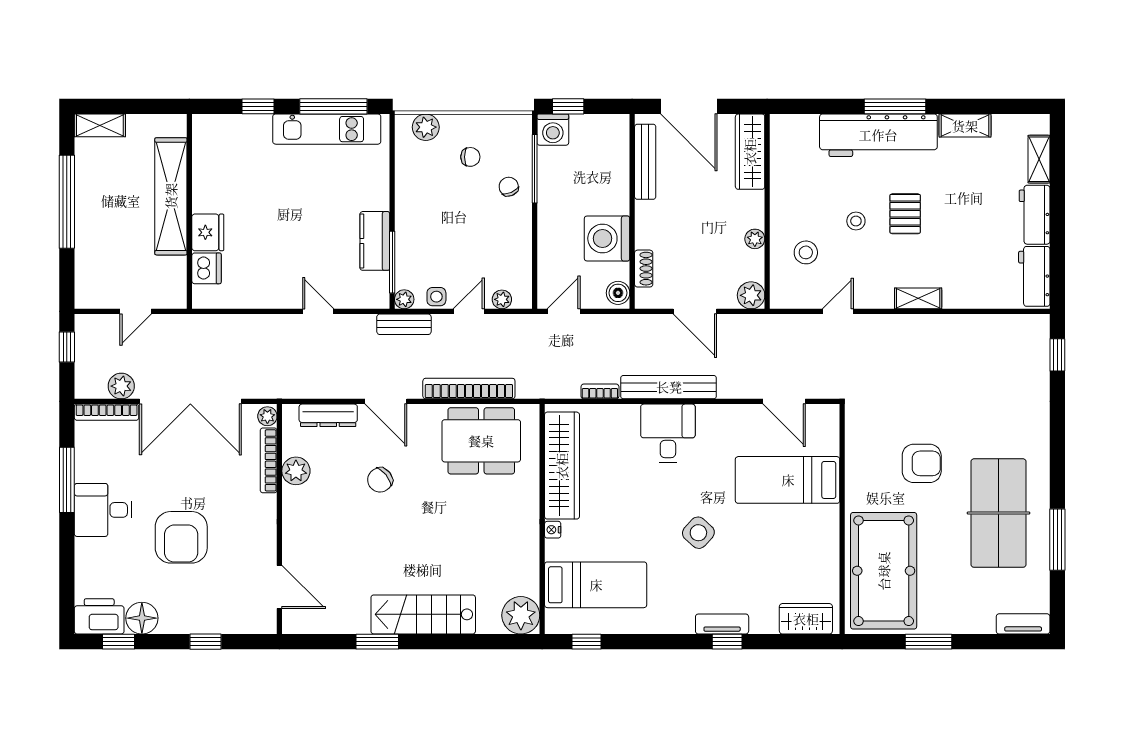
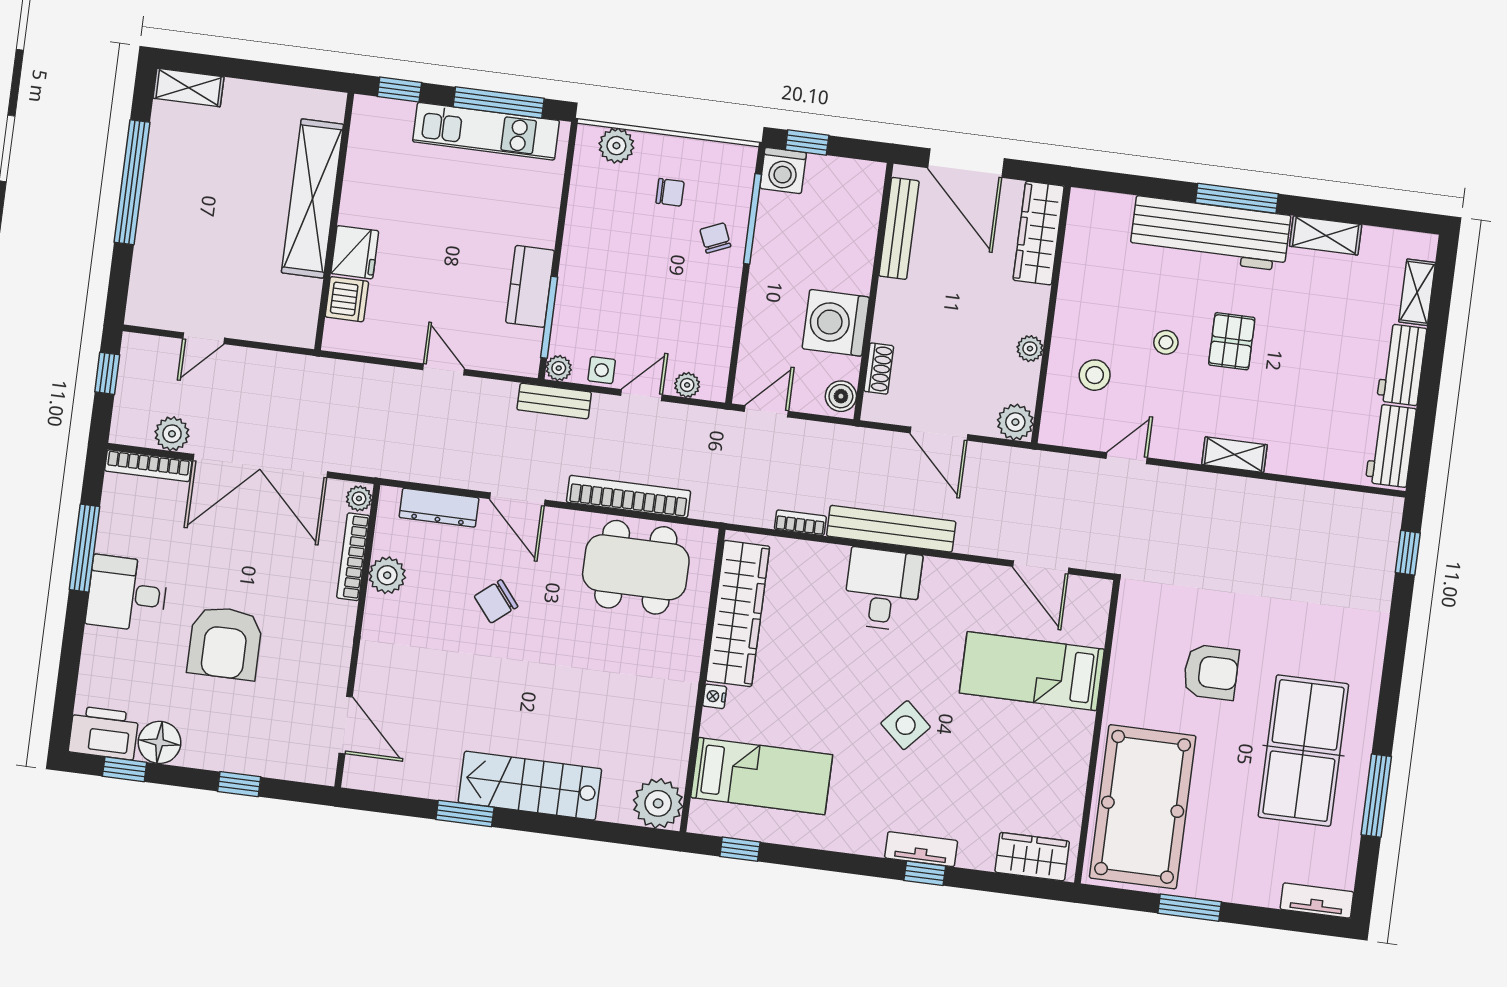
shelving: (171, 196) -> (312, 198), moved
wall: (189, 211) -> (334, 221), moved
fridge: (208, 232) -> (355, 252), moved
dishwasher: (206, 268) -> (347, 299), moved

